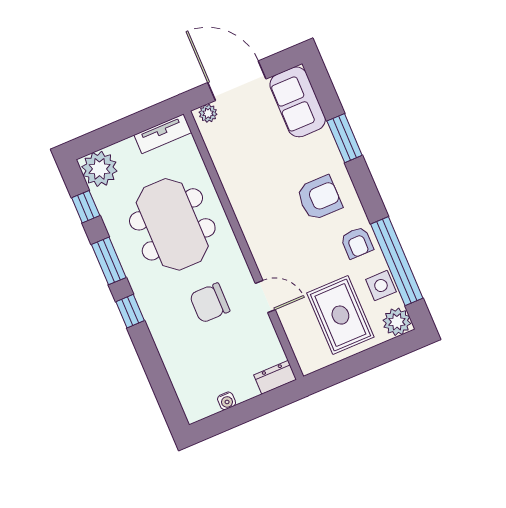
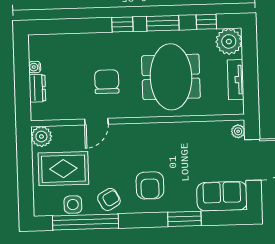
tv unit: (163, 134) -> (236, 80), moved
meeting table: (172, 224) -> (171, 77), turned 90
armchair: (357, 243) -> (109, 199), turned 151
plant: (397, 322) -> (41, 136), moved
dresser: (275, 377) -> (37, 88), moved

